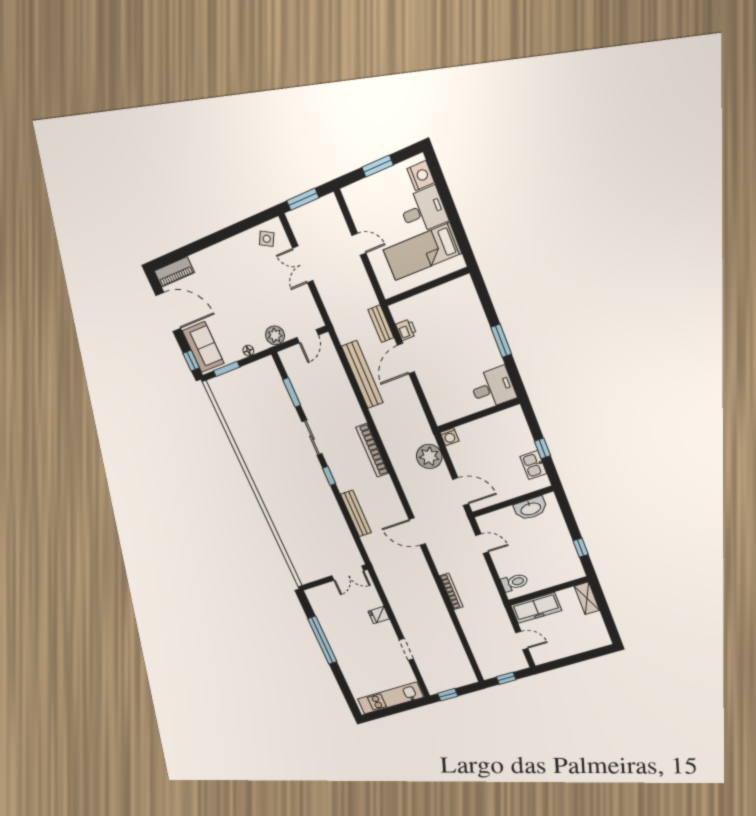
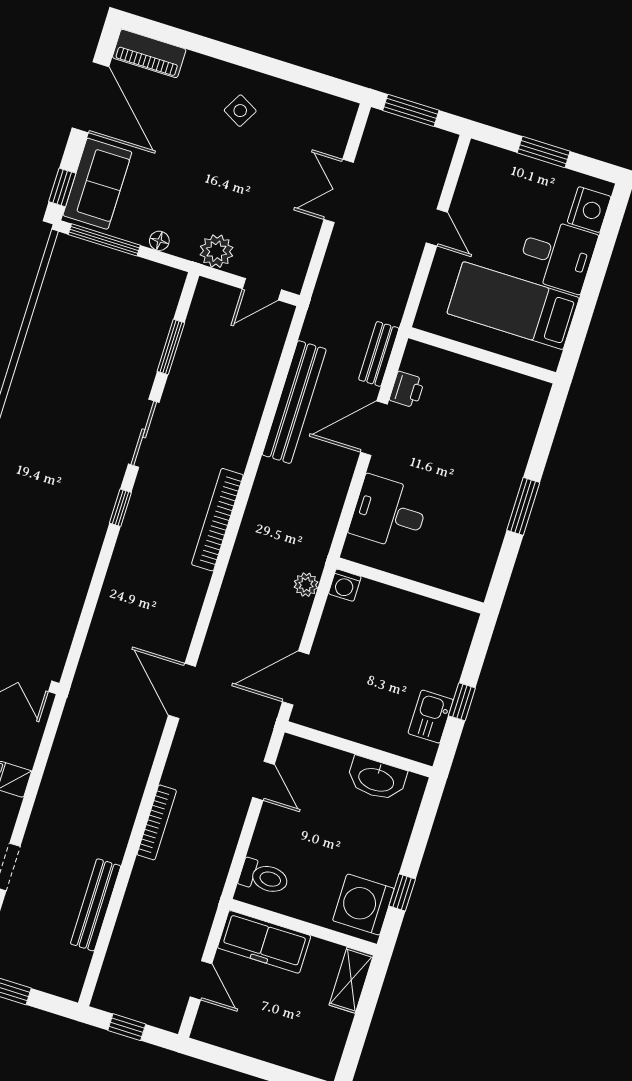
side table: (267, 239) -> (240, 111), moved
window: (227, 369) -> (104, 240), width x1.44
desk: (493, 388) -> (389, 513), moved, turned 180
plant: (429, 456) -> (306, 585), width x0.53, depth x0.53
door: (461, 492) -> (296, 678), swing flipped
bench: (356, 513) -> (96, 905), moved
washing machine: (567, 564) -> (363, 905), added

